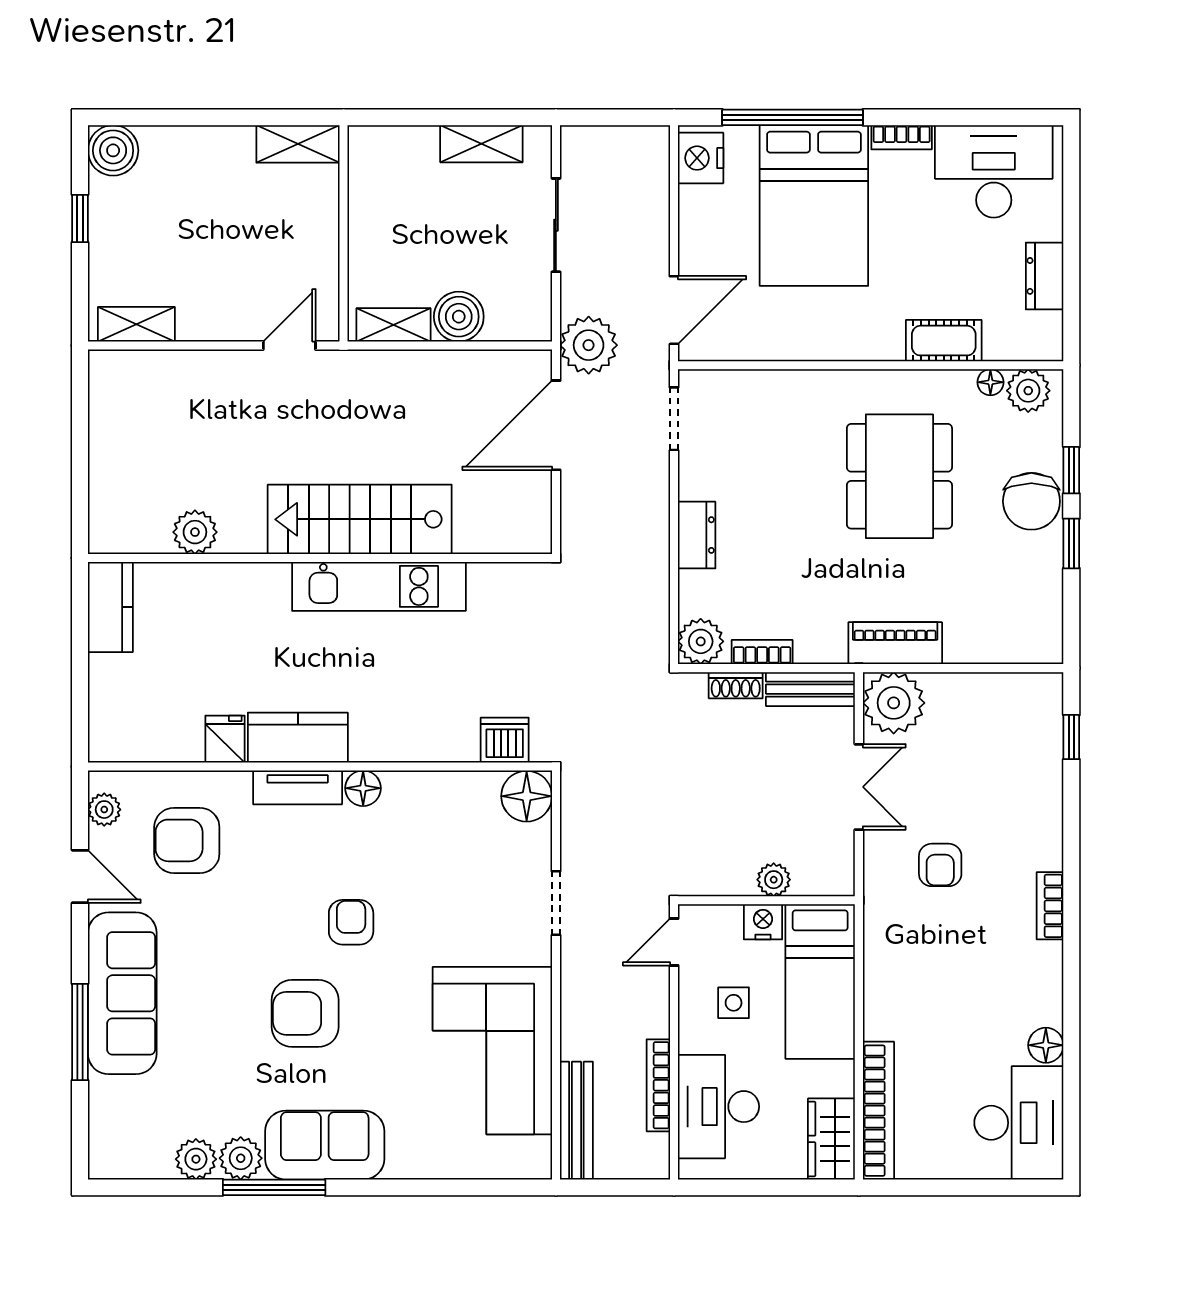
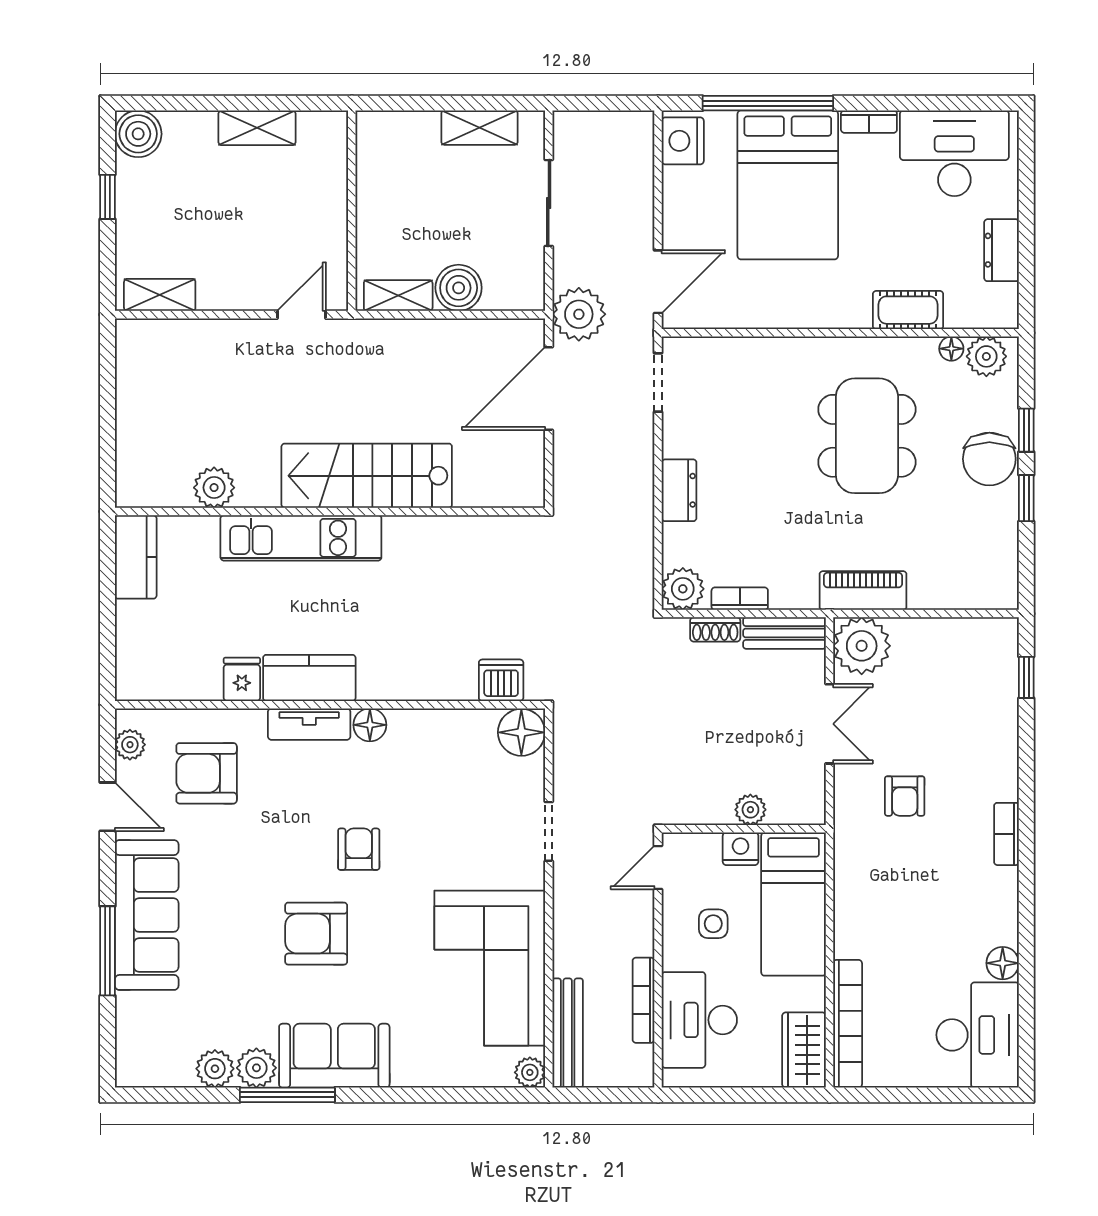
shelving: (298, 144) -> (257, 128), moved
kitchen unit: (379, 586) -> (301, 538), moved
plant: (536, 1163) -> (530, 1072), added

